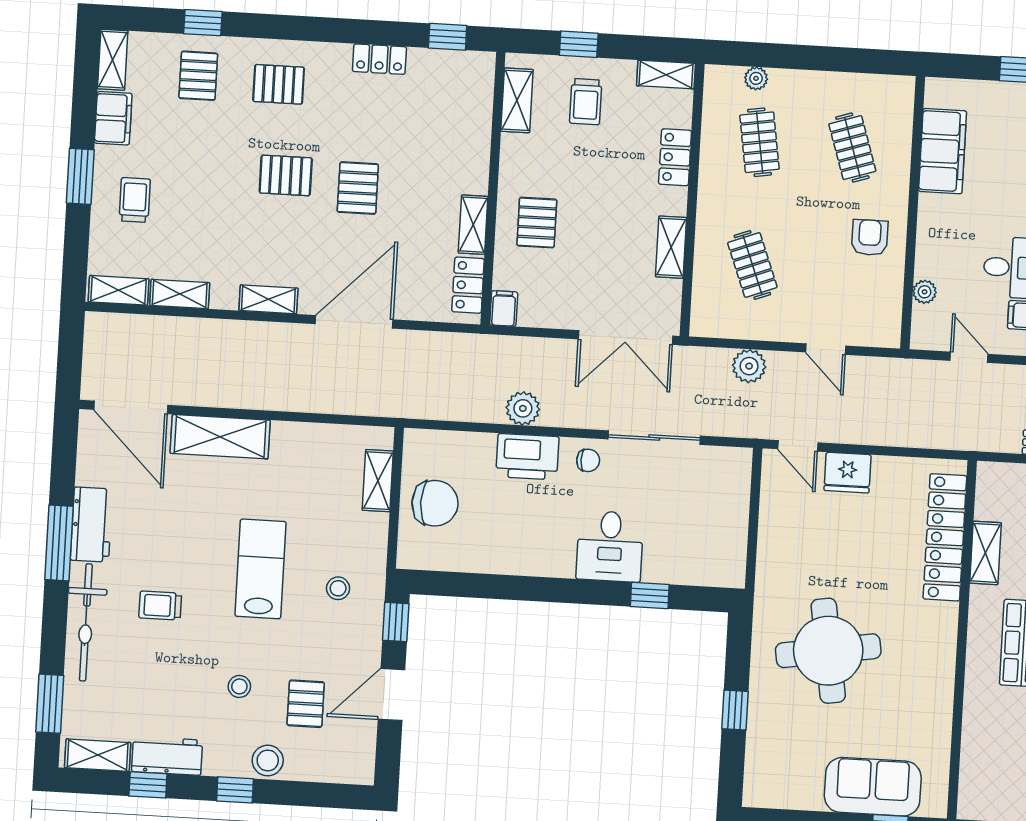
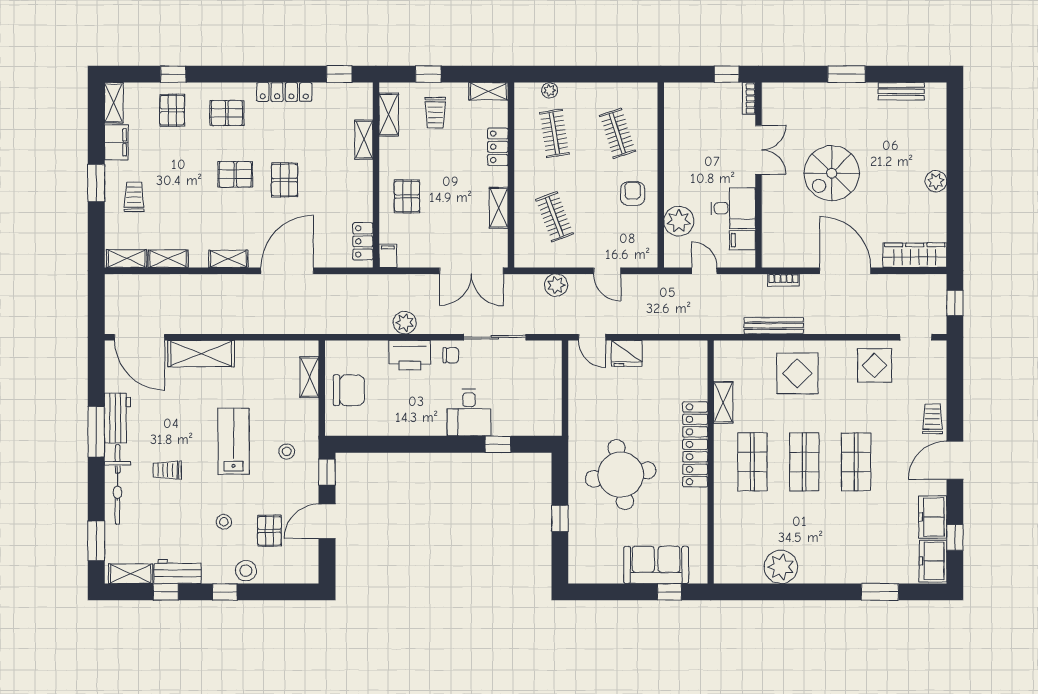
locker: (379, 59) -> (284, 92), width x1.53
filing cabinet: (943, 151) -> (679, 132), removed
shelving: (473, 225) -> (364, 140), moved
plant: (925, 292) -> (679, 221), width x1.87, depth x1.87
locker: (945, 537) -> (695, 444), moved

